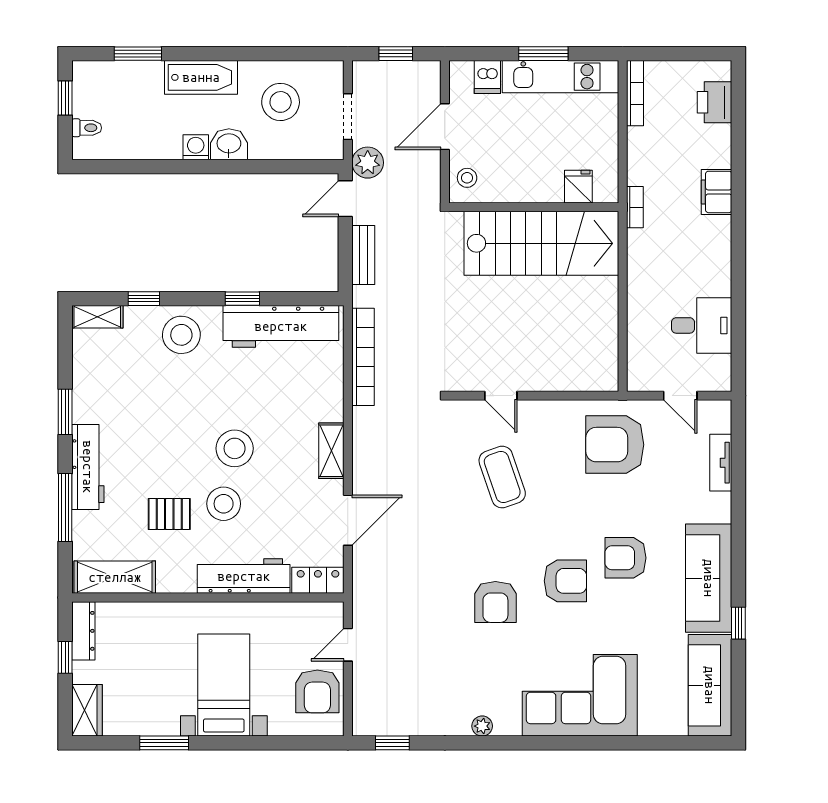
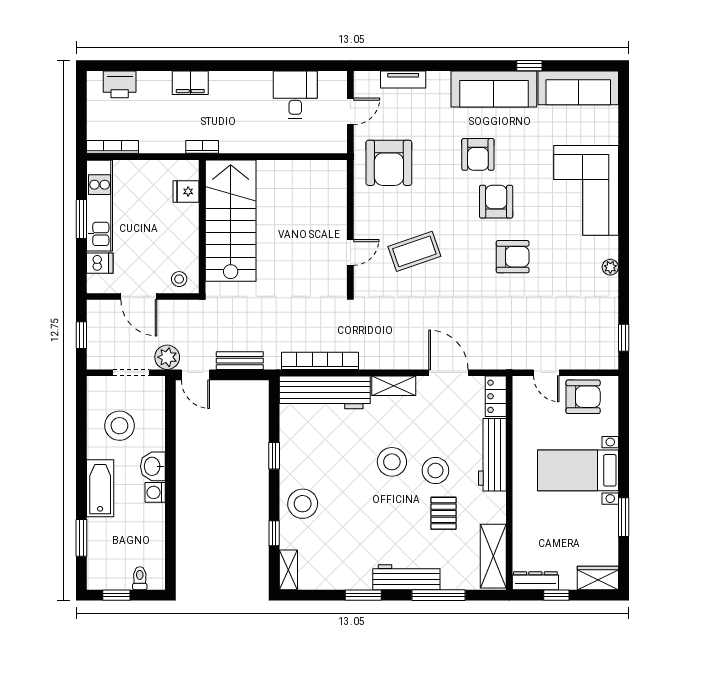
workbench: (281, 326) -> (325, 392), moved, turned 90

